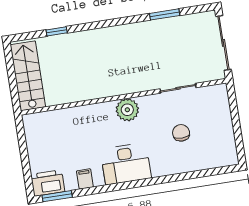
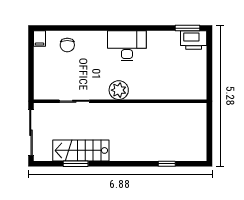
stairs: (28, 76) -> (81, 150), moved, turned 90
chair: (181, 133) -> (67, 45), moved
filing cabinet: (85, 179) -> (40, 39), moved

